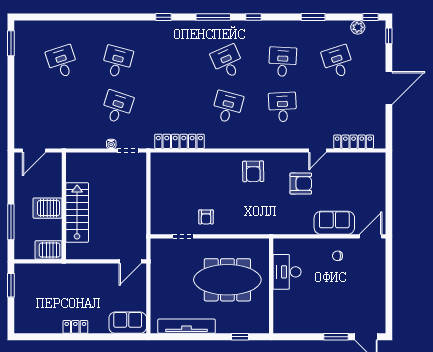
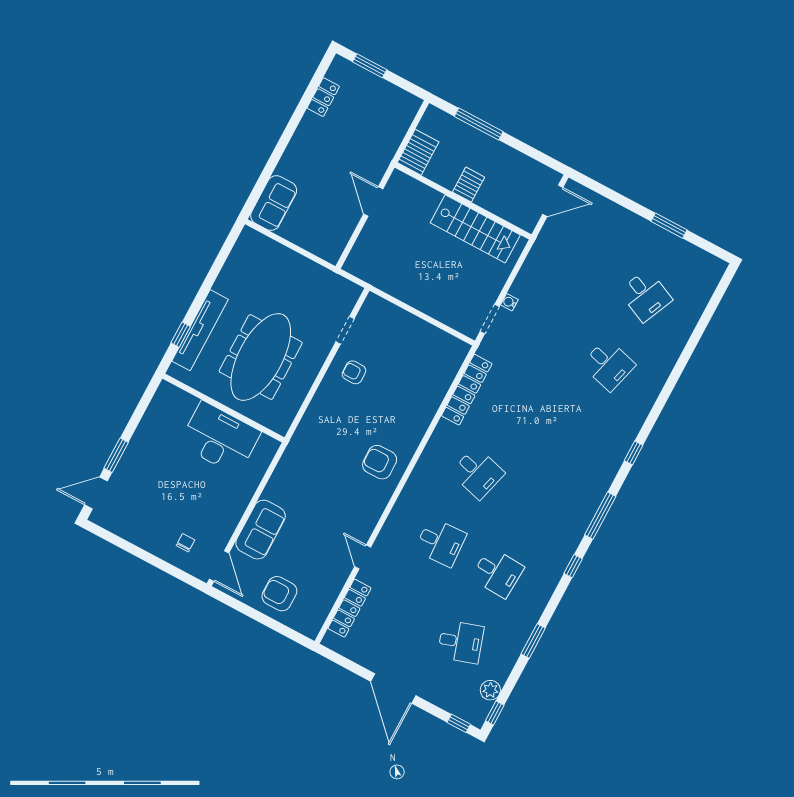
window: (11, 43) -> (669, 226), moved
desk: (62, 62) -> (645, 296), turned 42
desk: (227, 62) -> (534, 503), removed
desk: (117, 107) -> (552, 334), removed
door: (34, 150) -> (553, 201), swing flipped
armchair: (301, 184) -> (279, 594), moved, turned 90
server rack: (47, 208) -> (469, 185), width x0.73, depth x0.70
stairs: (77, 212) -> (475, 229), moved
chair: (337, 256) -> (185, 543), moved
door: (130, 261) -> (373, 201), moved
desk: (287, 272) -> (220, 438), width x1.36, depth x1.30
window: (11, 285) -> (370, 66), moved
tv unit: (187, 326) -> (200, 330), moved
locker: (75, 327) -> (323, 97), moved

